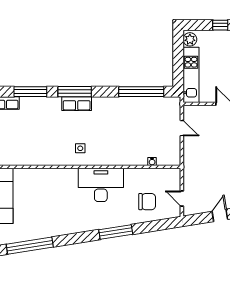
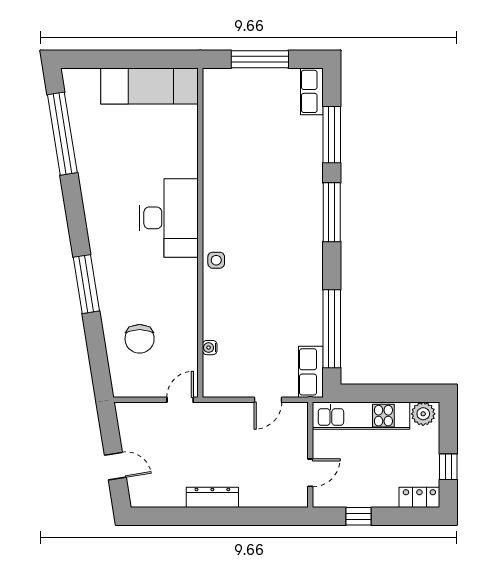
row of seats: (77, 104) -> (311, 372), moved
side table: (80, 148) -> (216, 260), moved
desk: (101, 185) -> (169, 218), moved
door: (182, 198) -> (180, 400), moved

